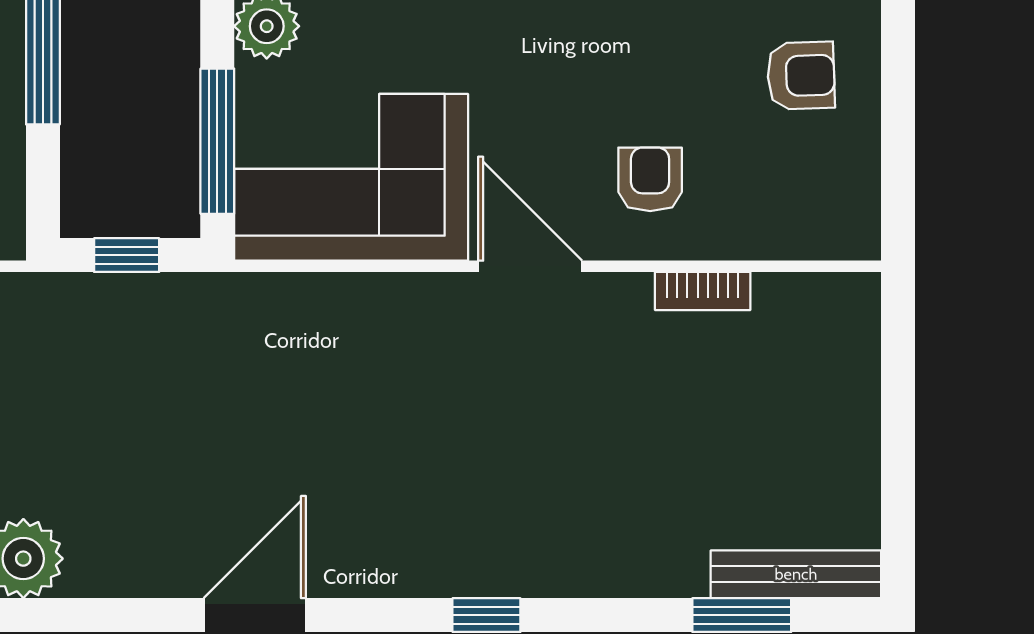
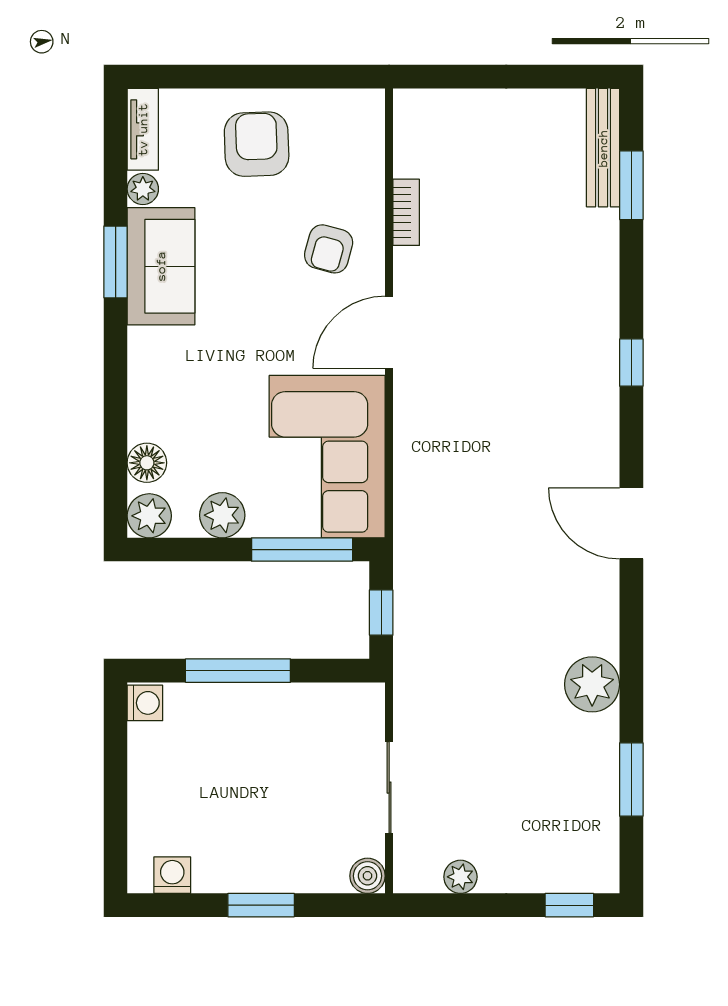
armchair: (801, 76) -> (257, 144), width x1.38, depth x1.38
armchair: (650, 179) -> (329, 249), turned -75

